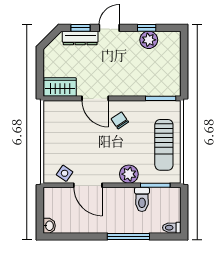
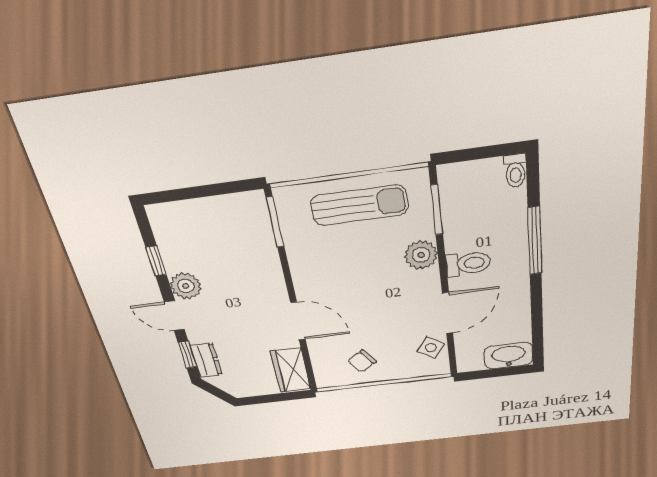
dresser: (80, 38) -> (206, 360), width x0.70
plant: (149, 40) -> (186, 286), moved
door: (95, 98) -> (298, 321), hinge flipped
chair: (120, 120) -> (362, 361), moved
toilet: (142, 199) -> (468, 263), moved
washbasin: (49, 226) -> (508, 356), width x1.91, depth x1.45

